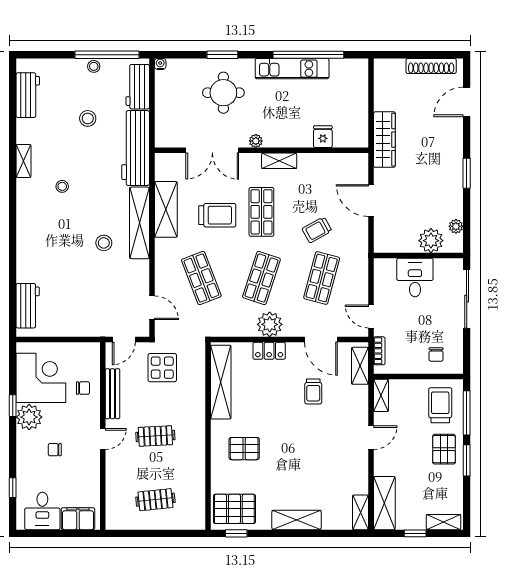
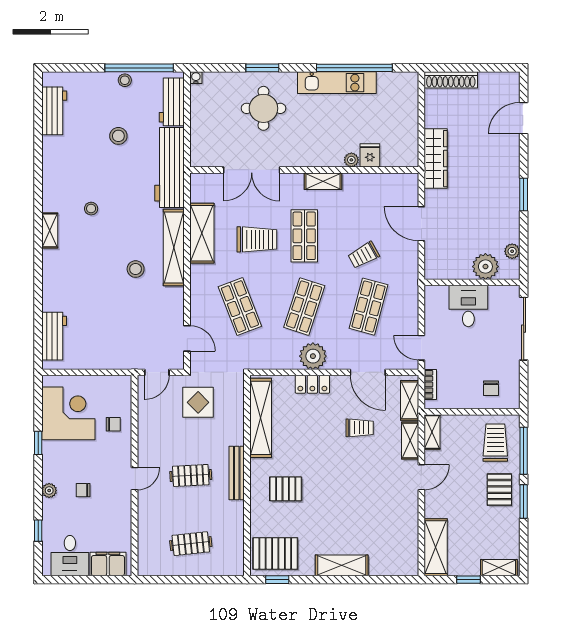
shoe rack: (431, 66) -> (451, 80), moved
plant: (256, 141) -> (351, 160), moved
shelving: (24, 161) -> (50, 230), moved
trolley: (313, 391) -> (360, 428), turned -90
bench: (112, 394) -> (237, 473), moved
plant: (29, 417) -> (49, 491), moved, width x0.53, depth x0.53
shelving: (361, 512) -> (410, 440), moved

